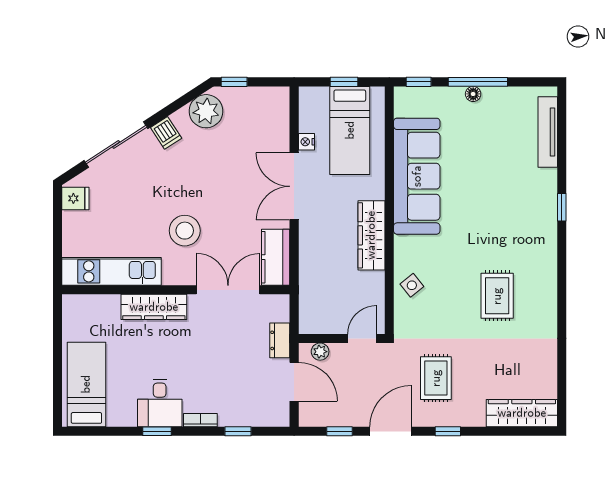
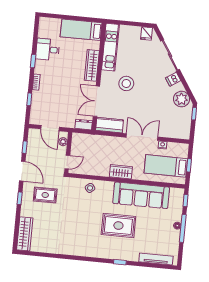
wardrobe: (371, 235) -> (121, 172), width x0.67
double door: (228, 290) -> (96, 101), swing flipped
rug: (497, 296) -> (118, 226), moved, width x1.36, depth x1.43
door: (362, 338) -> (67, 162), hinge flipped
dresser: (280, 340) -> (84, 125), moved
door: (294, 382) -> (50, 128), hinge flipped
bed: (86, 384) -> (81, 30), moved, turned 180
desk: (160, 403) -> (48, 49), moved

